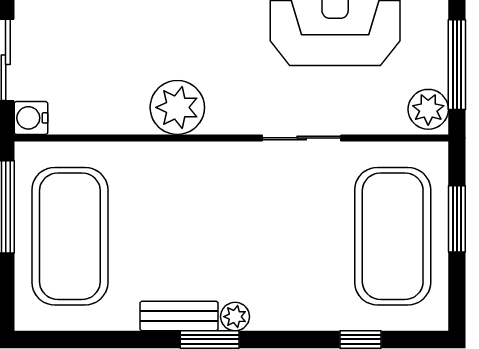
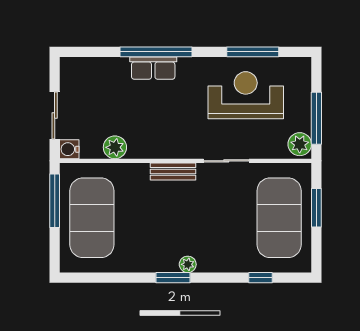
plant: (177, 107) -> (115, 147), moved, width x0.73, depth x0.73
bench: (179, 316) -> (173, 171), moved

